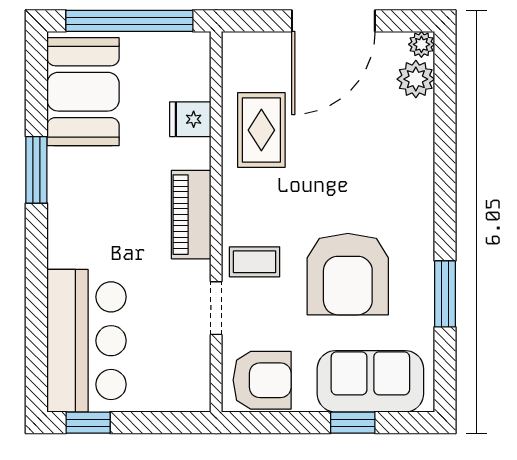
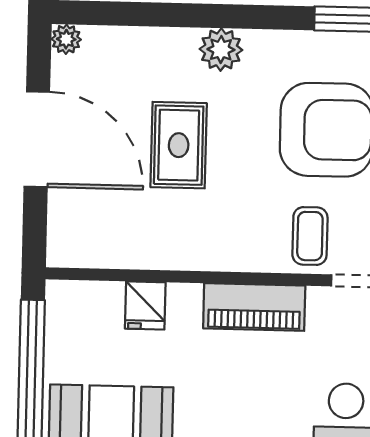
plant: (416, 79) -> (221, 50), moved
rug: (261, 130) -> (179, 145), moved, turned 90

